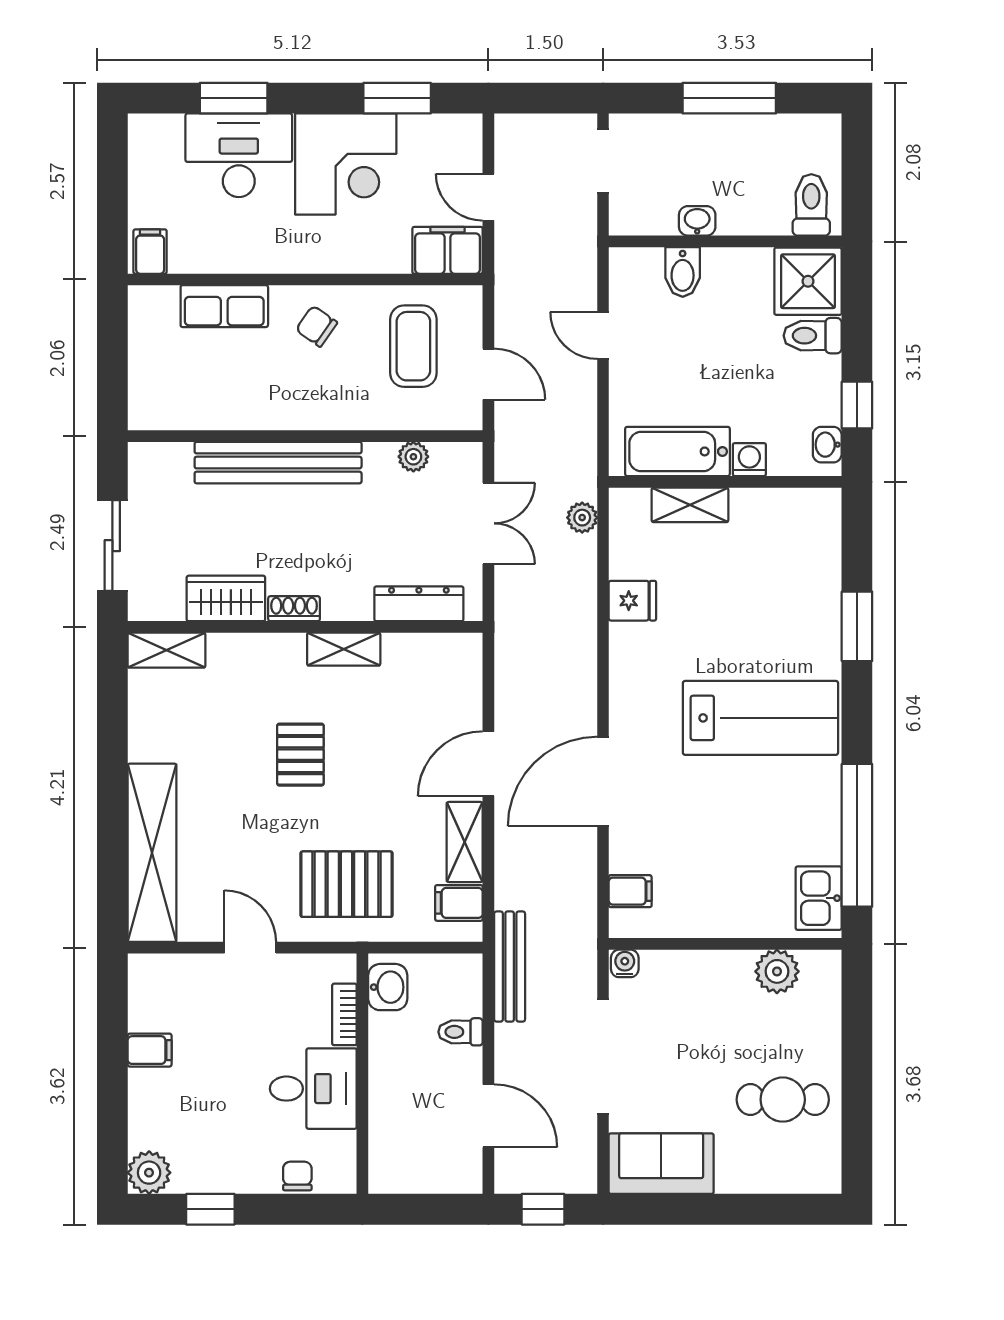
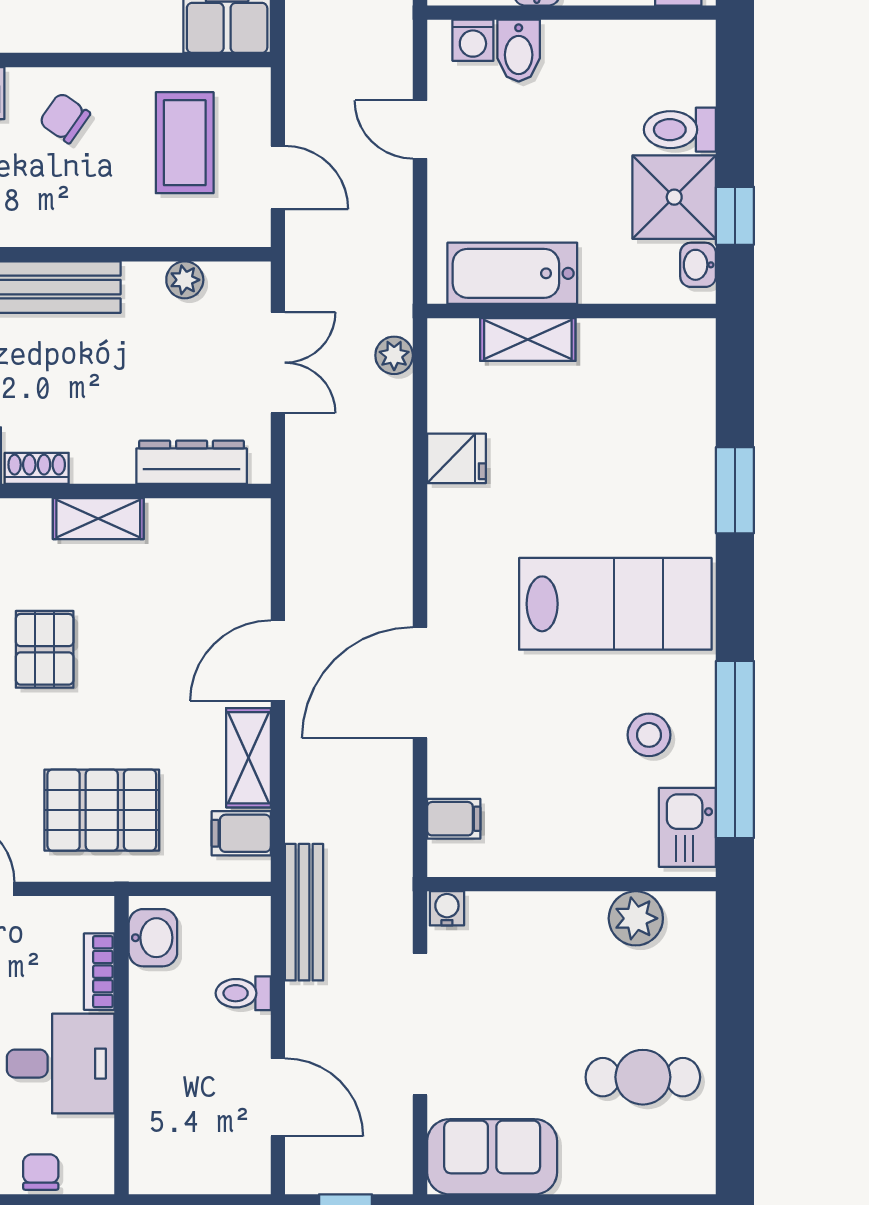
shower: (808, 281) -> (674, 197), moved
washing machine: (749, 460) -> (473, 40), moved, turned 180
stool: (788, 824) -> (649, 735), added

